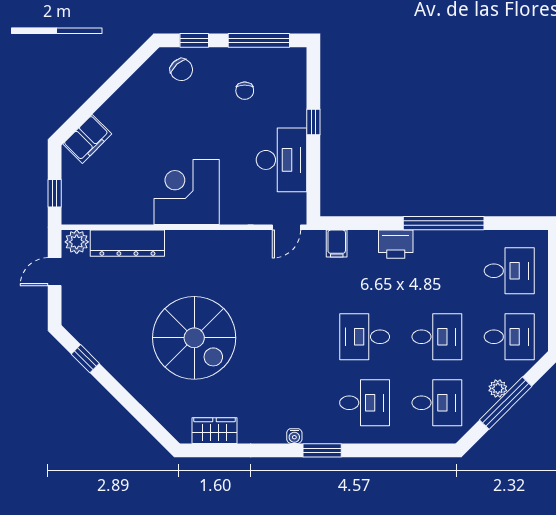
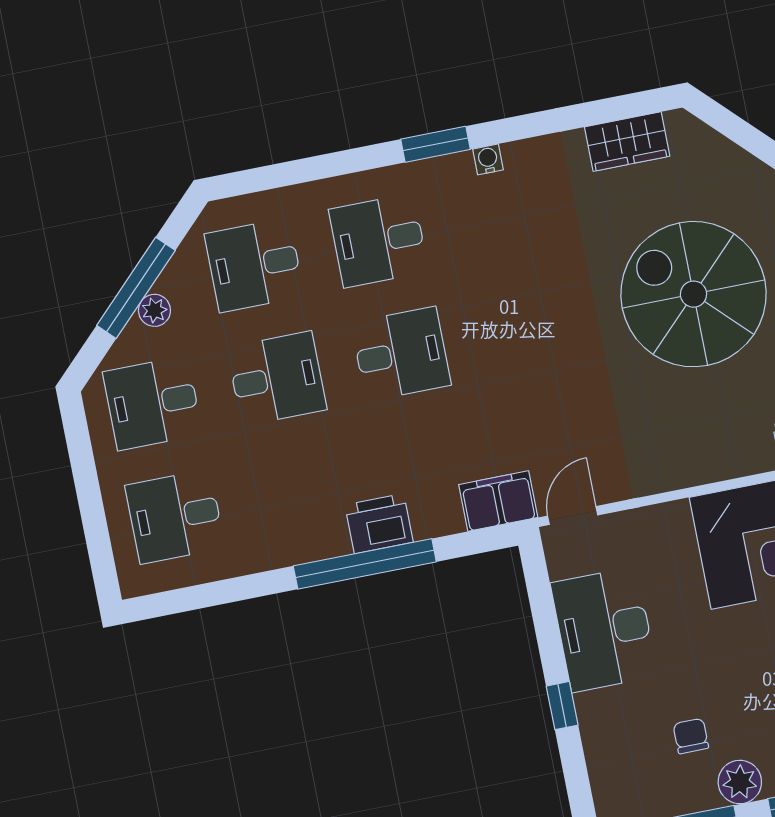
plant: (222, 60) -> (740, 782), added
window: (444, 223) -> (365, 564), moved
filing cabinet: (337, 244) -> (498, 501), width x2.00
desk: (437, 337) -> (277, 379), turned 180

